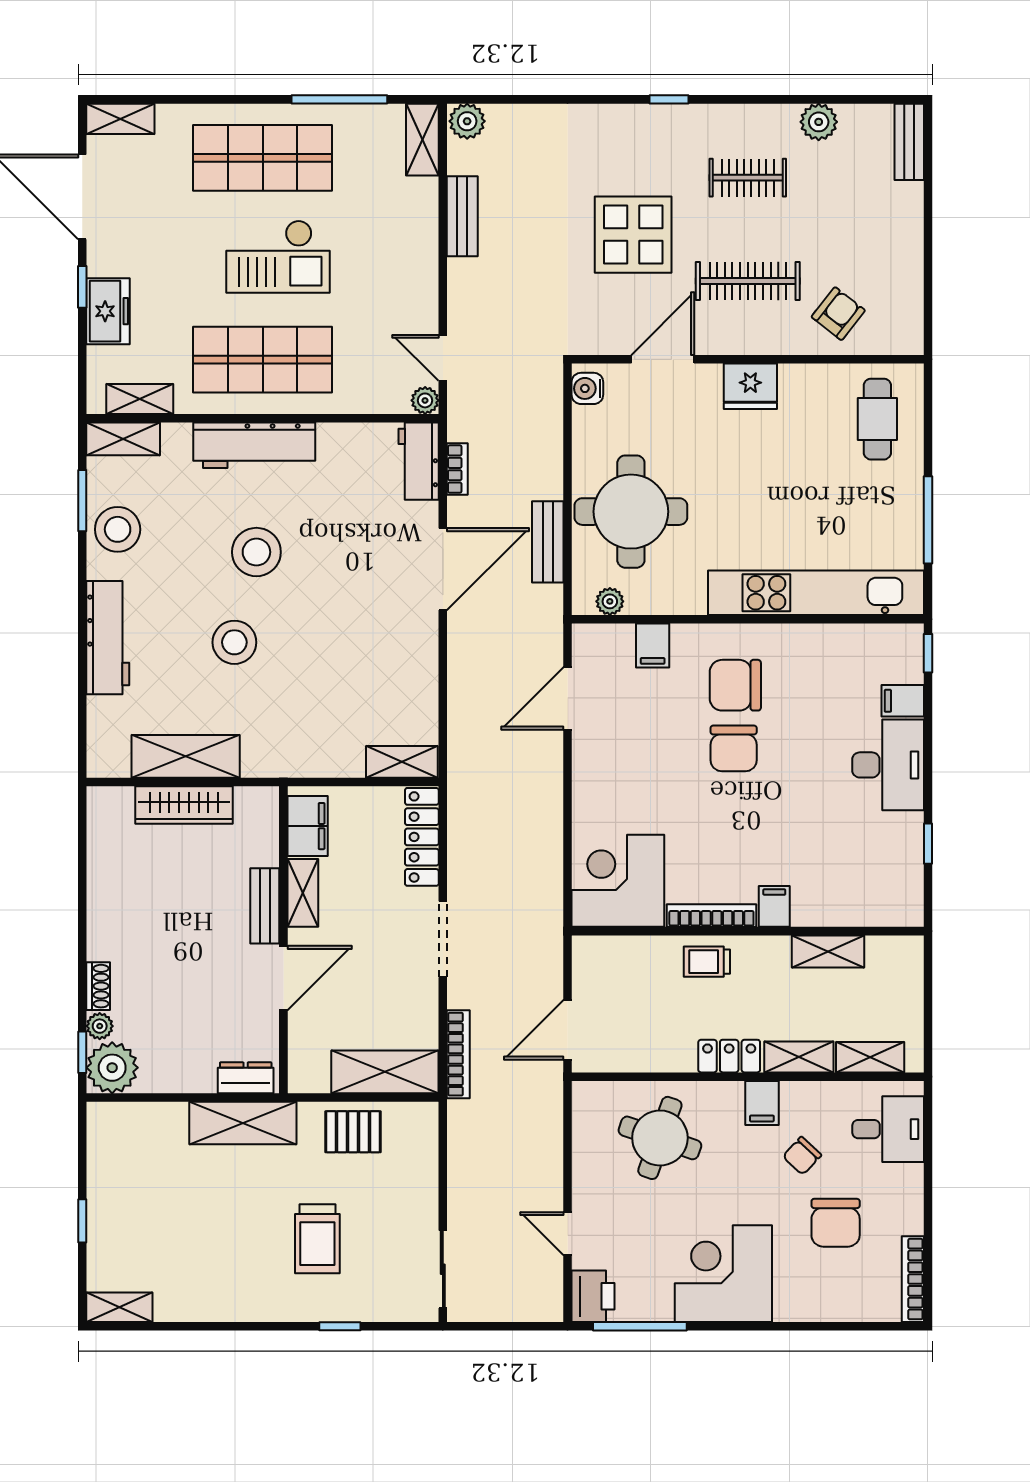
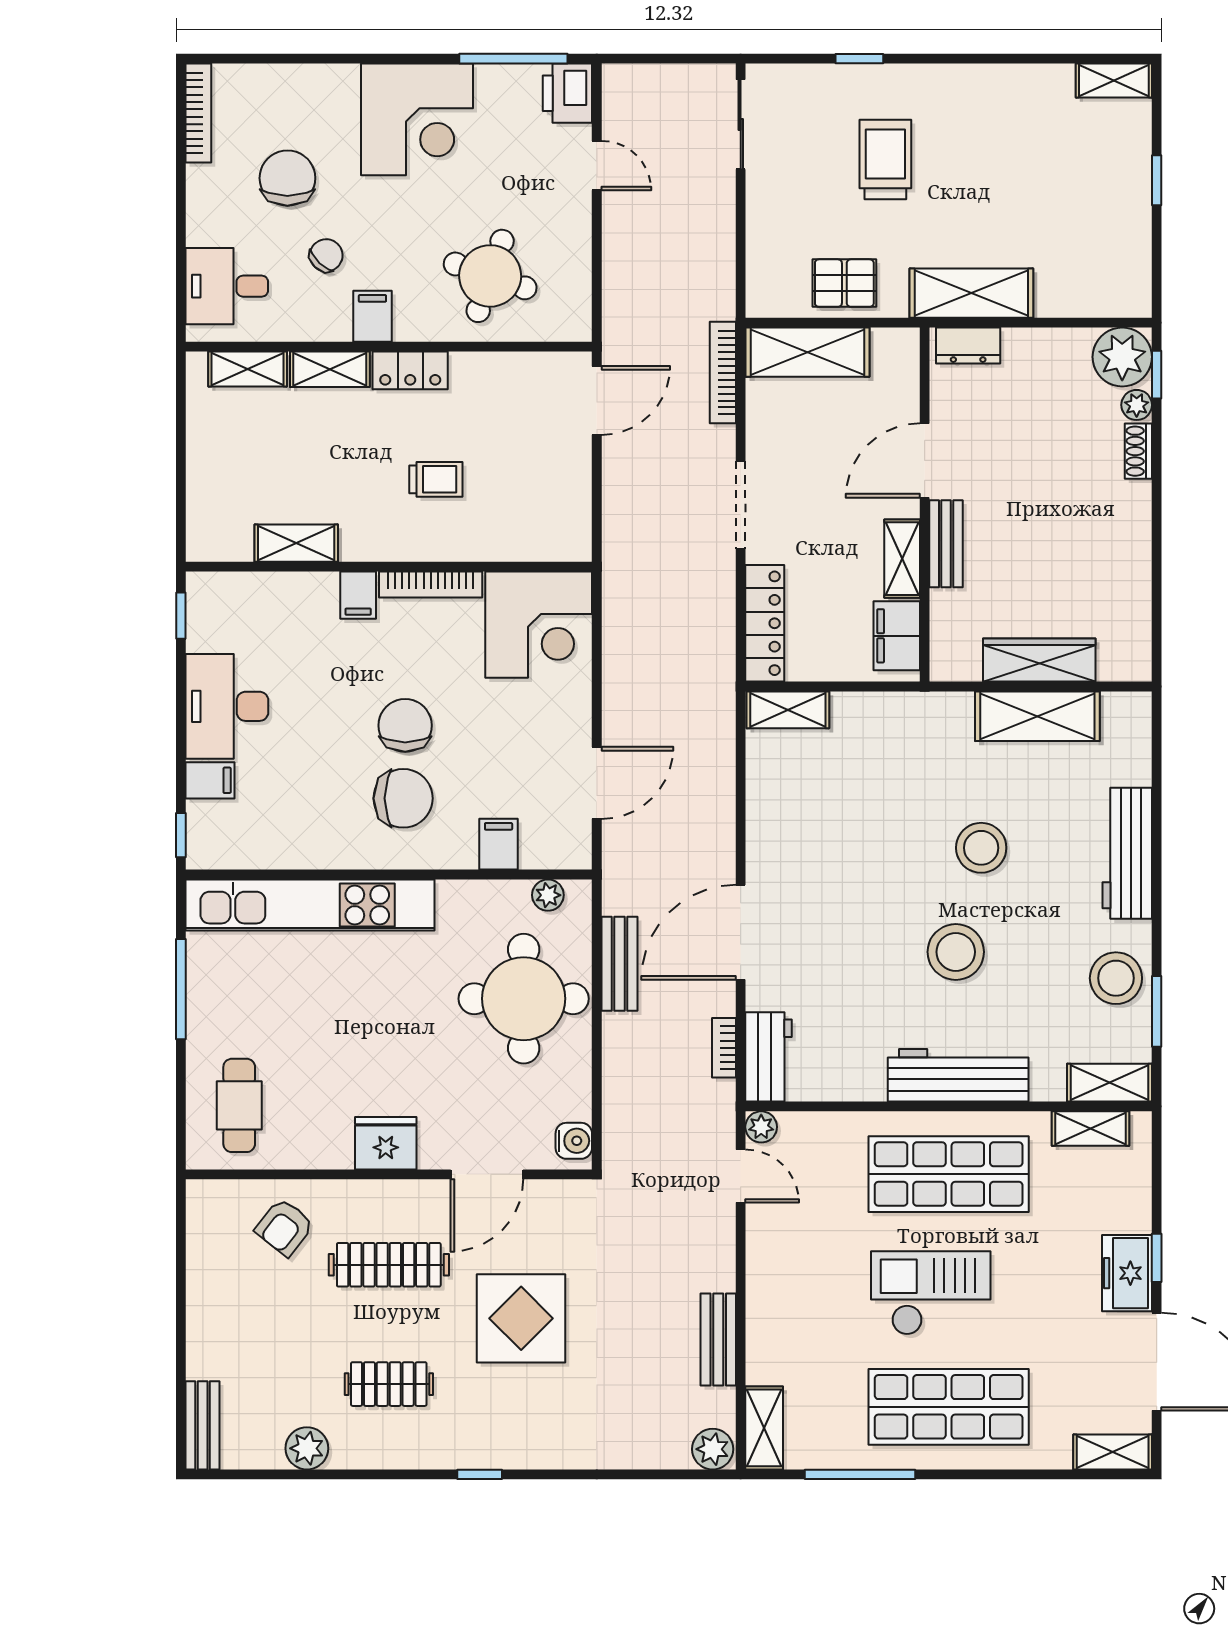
freezer: (108, 311) -> (1127, 1273), moved
corner desk: (618, 881) -> (539, 625), moved
filing cabinet: (774, 906) -> (358, 595), moved
bookcase: (711, 916) -> (431, 585), moved
wall: (748, 931) -> (389, 567), moved
shelving: (828, 951) -> (296, 543), moved

